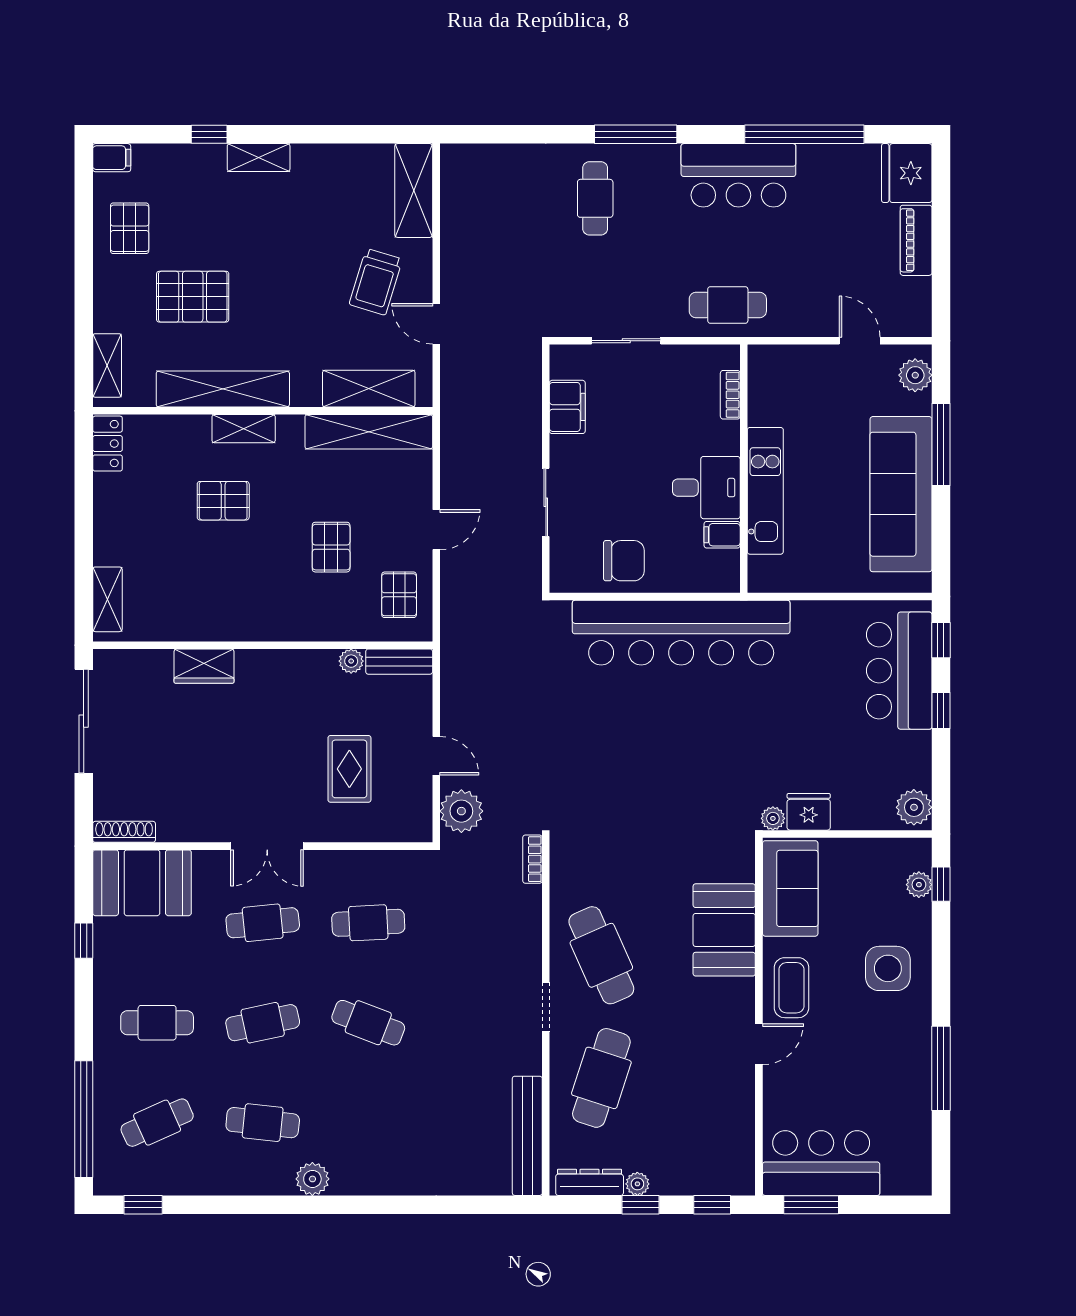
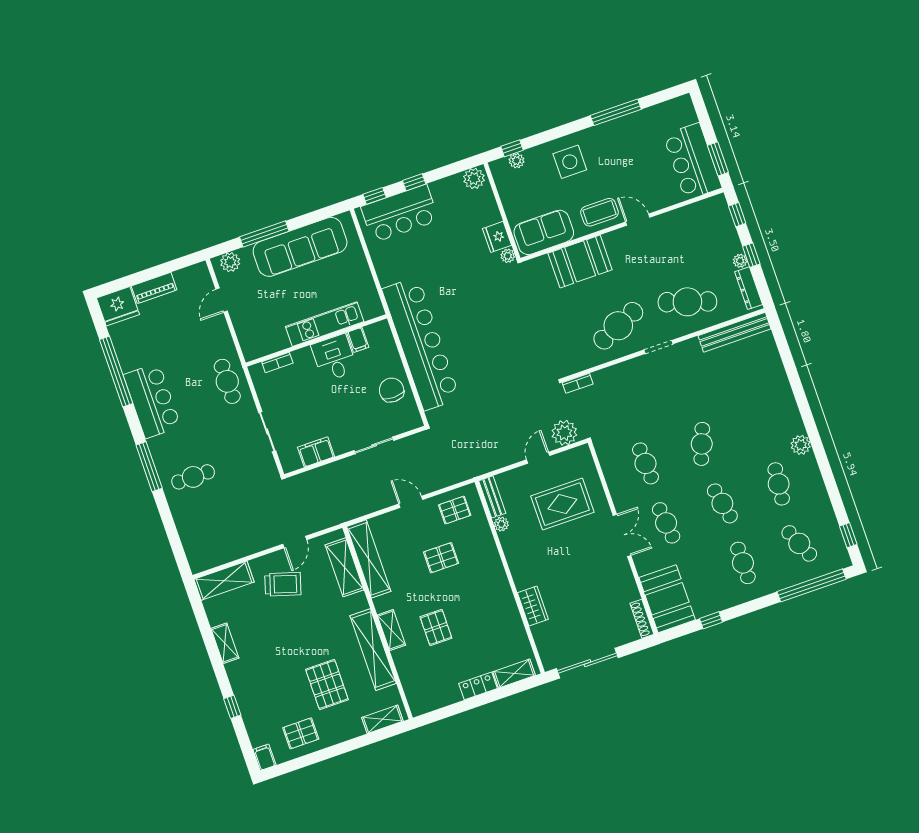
shelving: (259, 158) -> (225, 643), moved
locker: (108, 444) -> (478, 686), moved
rug: (349, 769) -> (562, 504), width x1.36, depth x1.43

